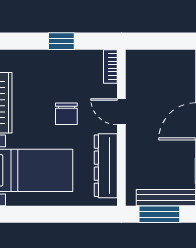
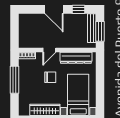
window: (61, 41) -> (14, 80), width x2.17

